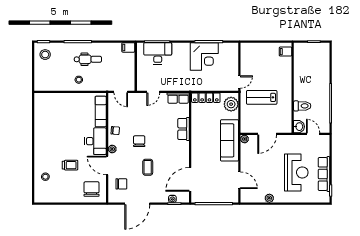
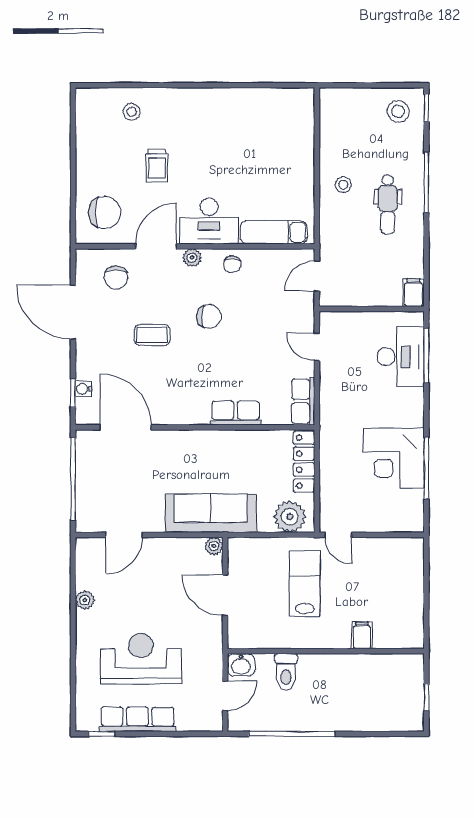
filing cabinet: (285, 52) -> (362, 635), moved
reception desk: (296, 172) -> (141, 659), turned 180

